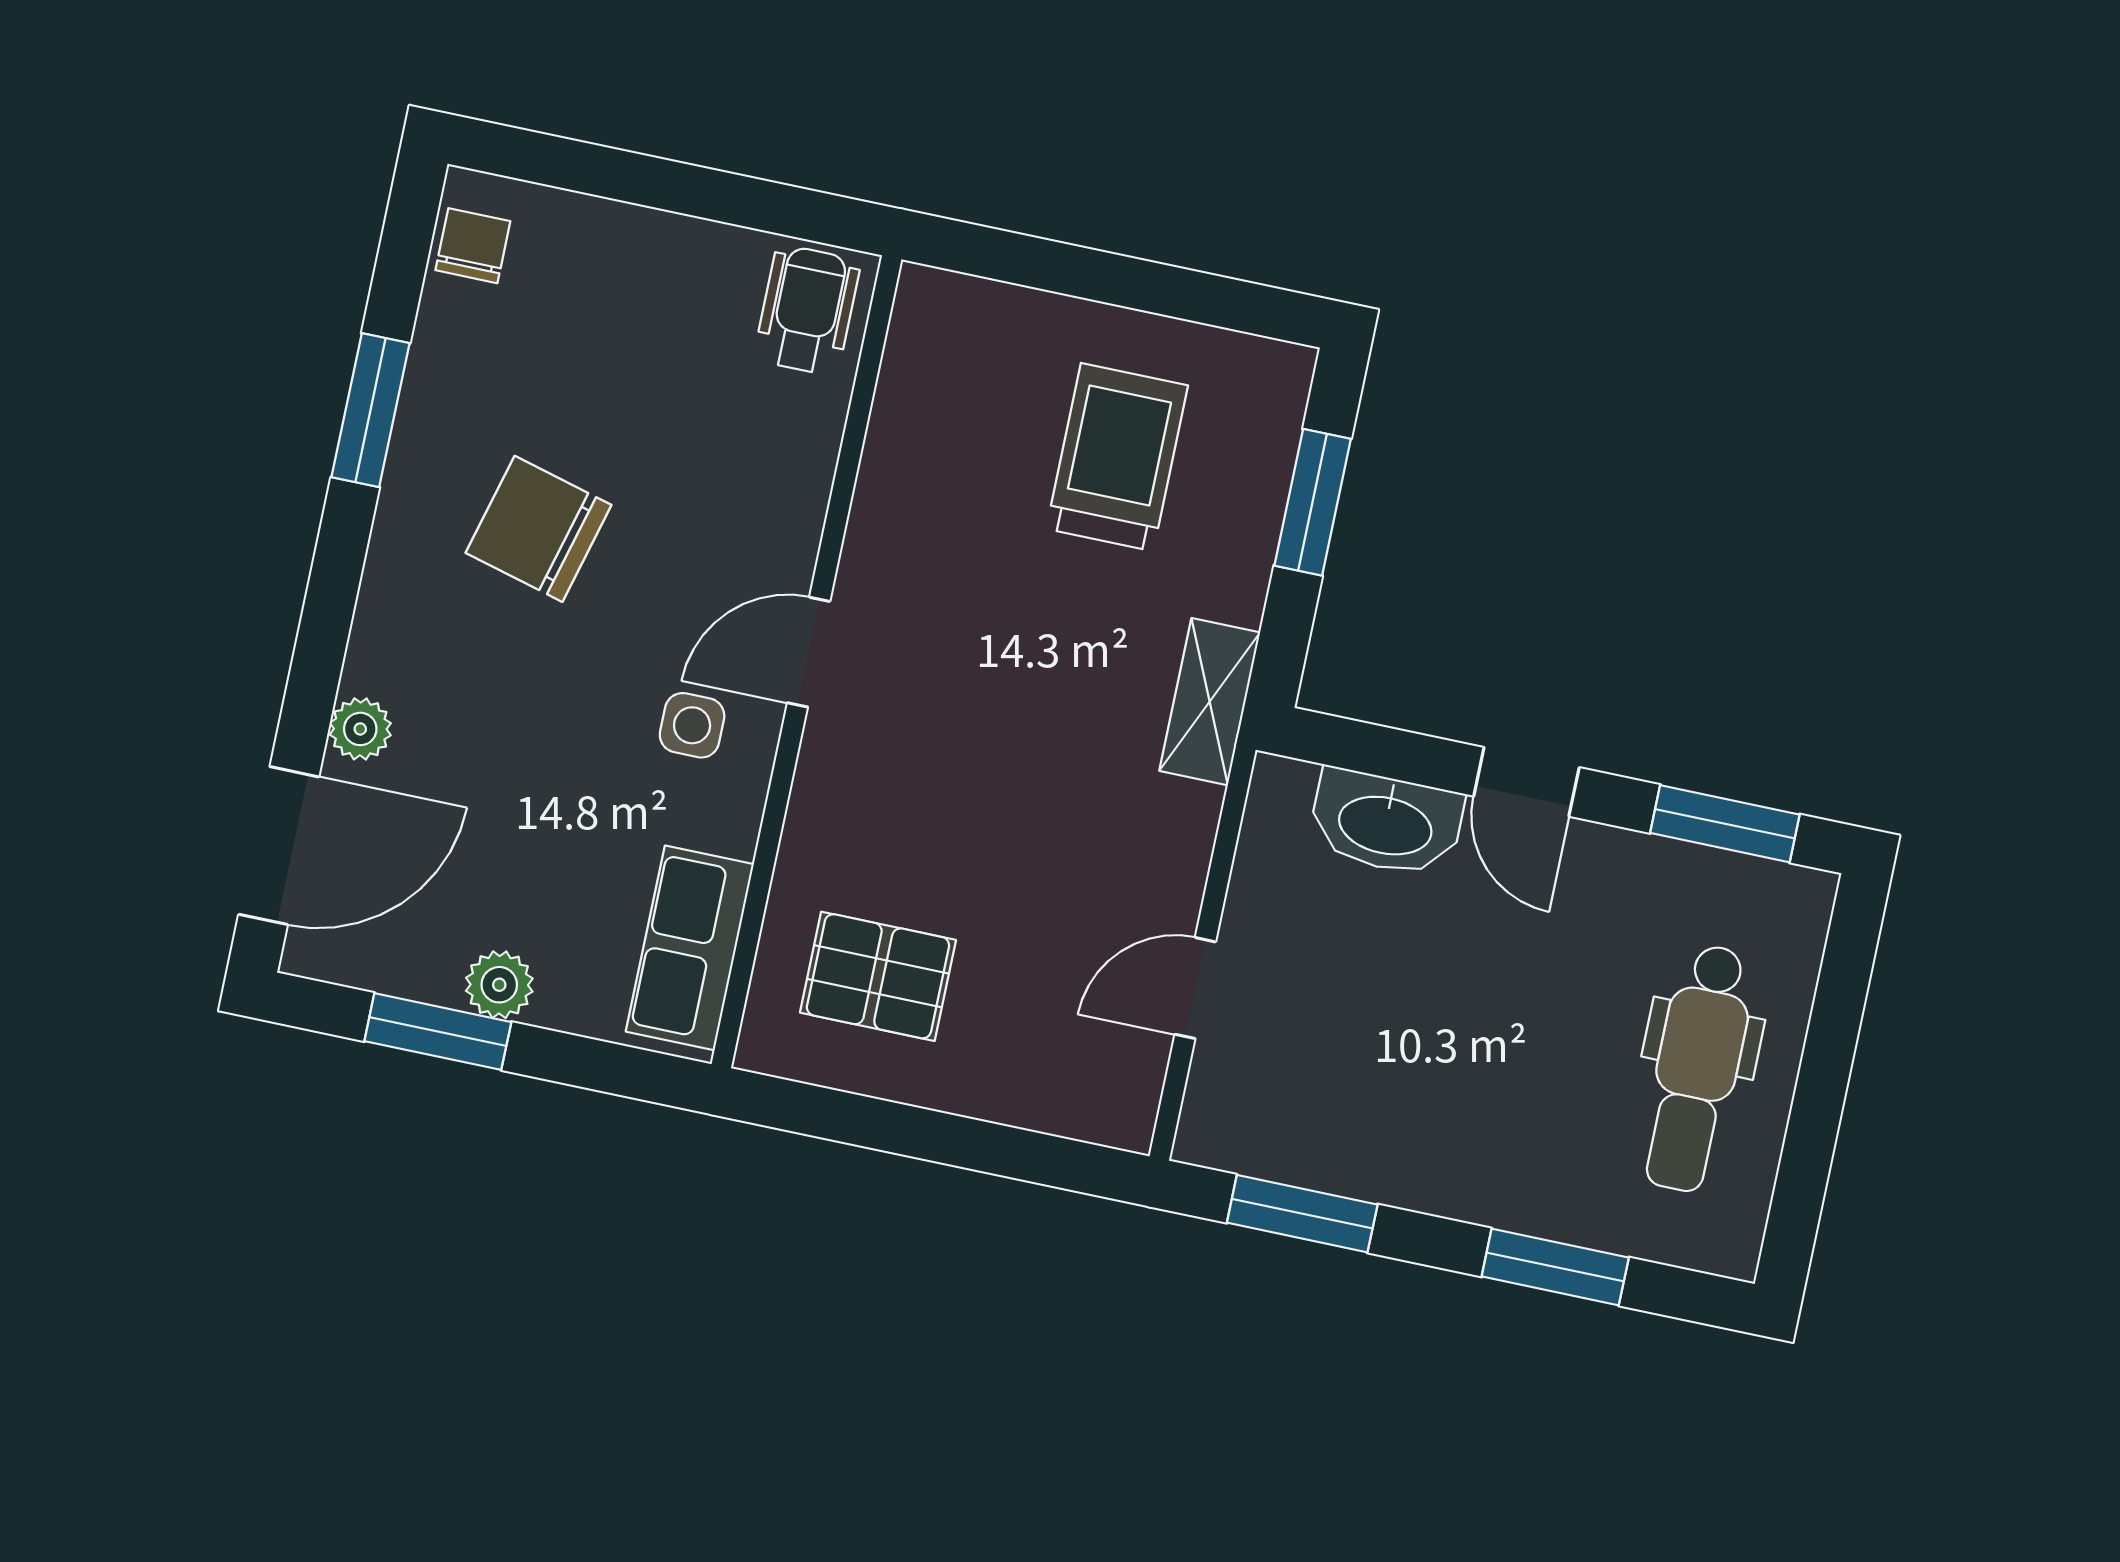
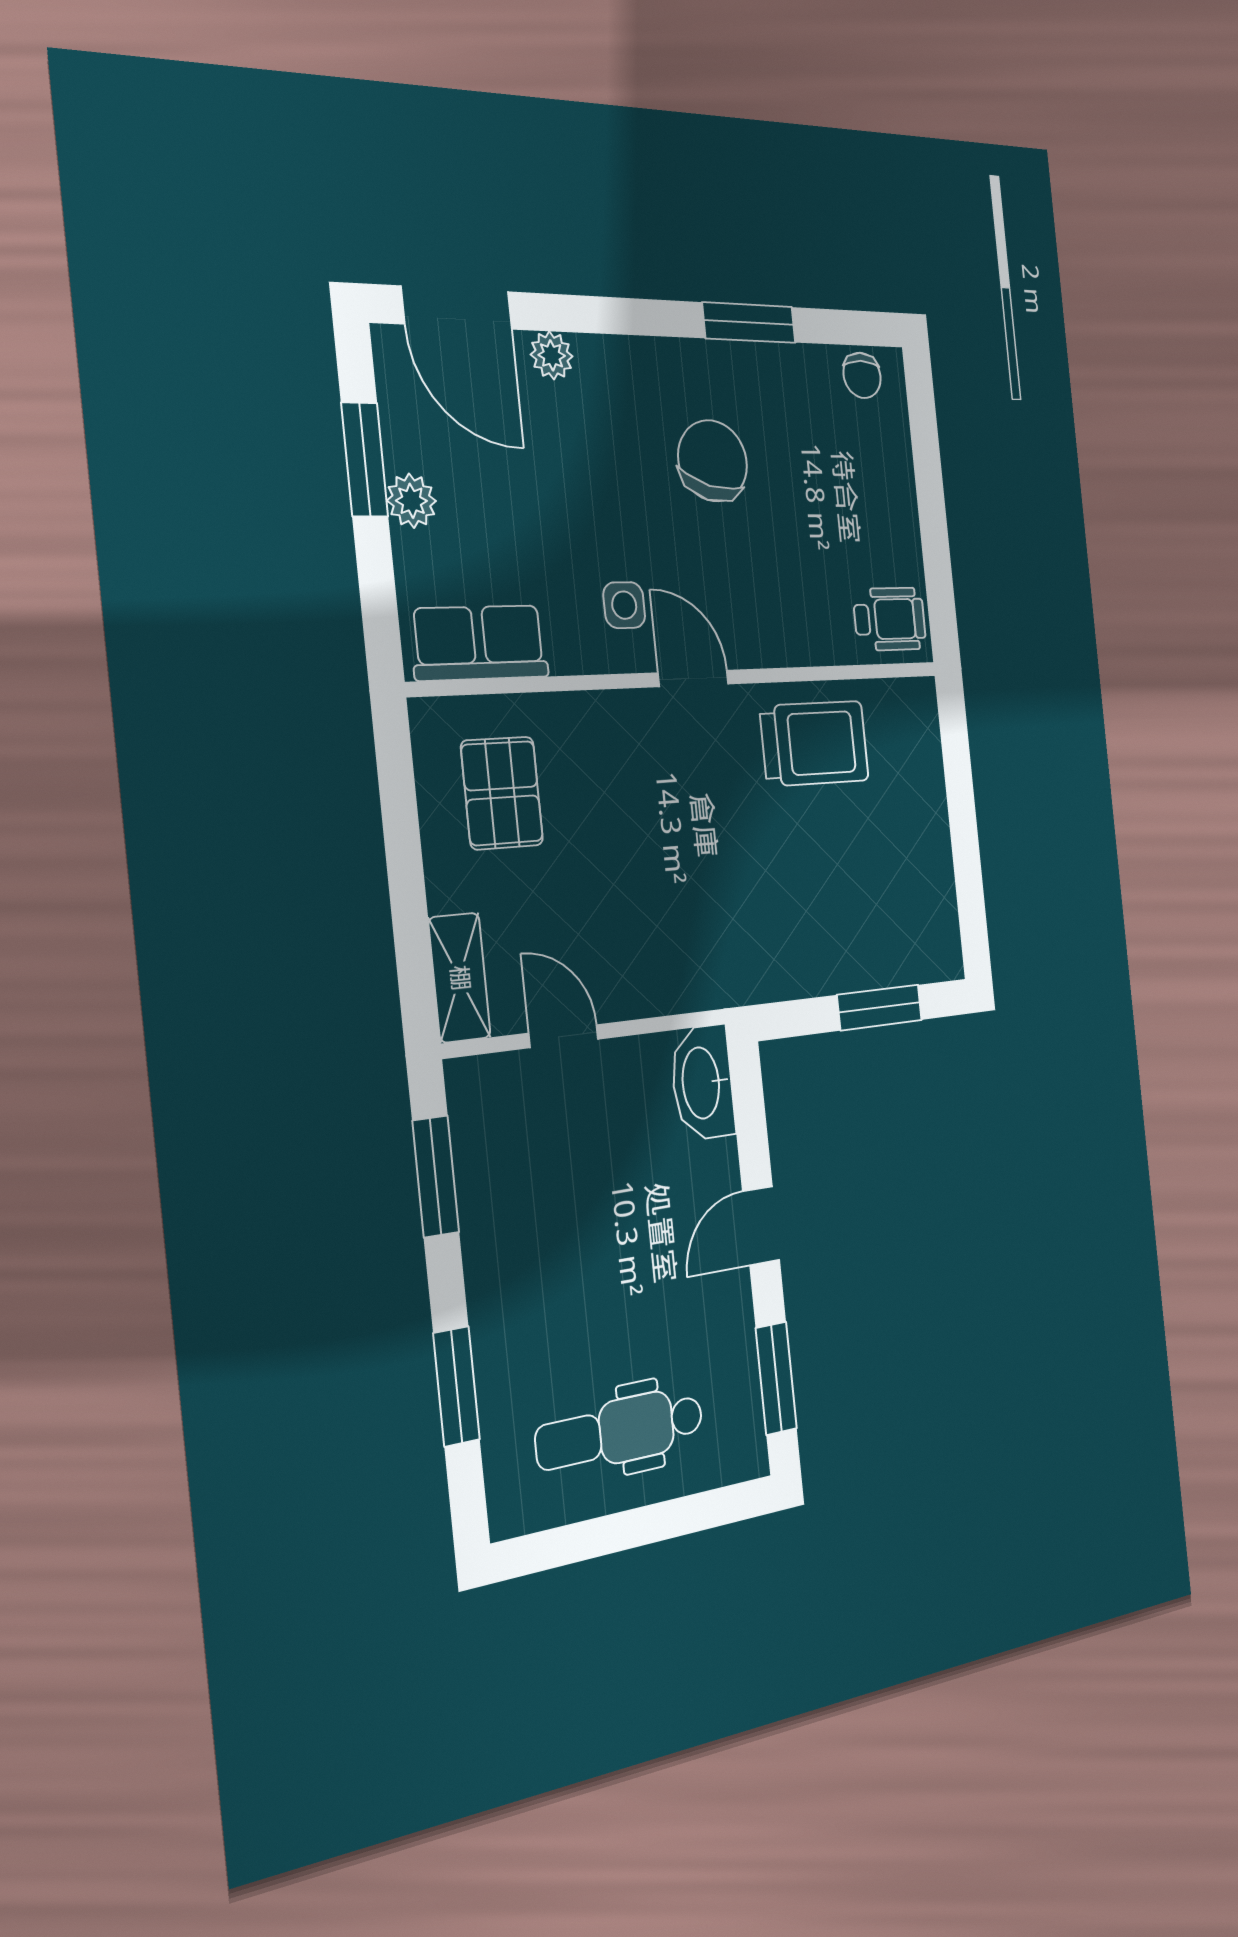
chair: (473, 246) -> (862, 375), turned 90
trolley: (1117, 457) -> (815, 743), moved
shelving: (1210, 702) -> (460, 978), moved, turned 90
washbasin: (1386, 823) -> (703, 1083), moved

